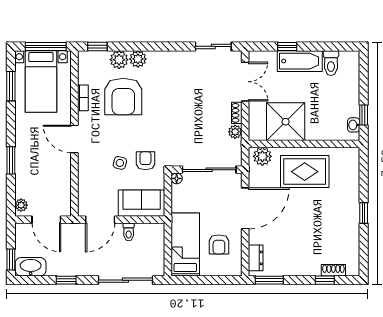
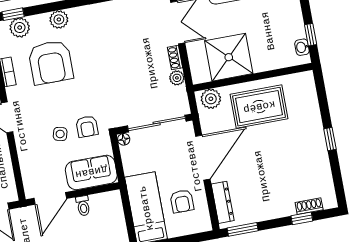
plant: (119, 60) -> (20, 28), moved
armchair: (145, 161) -> (87, 127), turned 180
dresser: (256, 258) -> (223, 202), width x1.44

